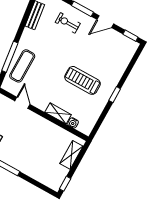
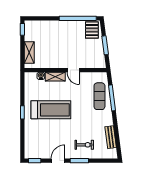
treadmill: (82, 80) -> (51, 110), width x1.37, depth x1.38
door: (22, 103) -> (73, 70), moved

